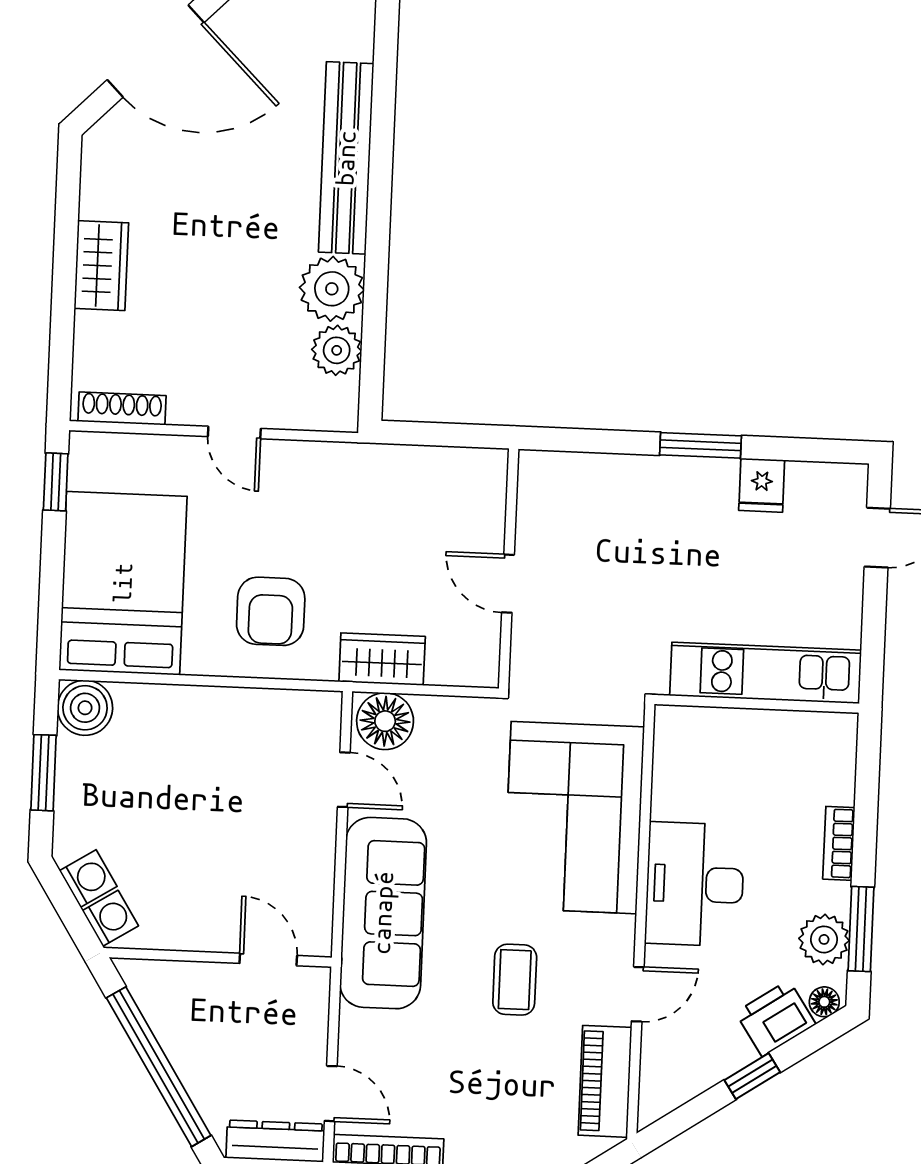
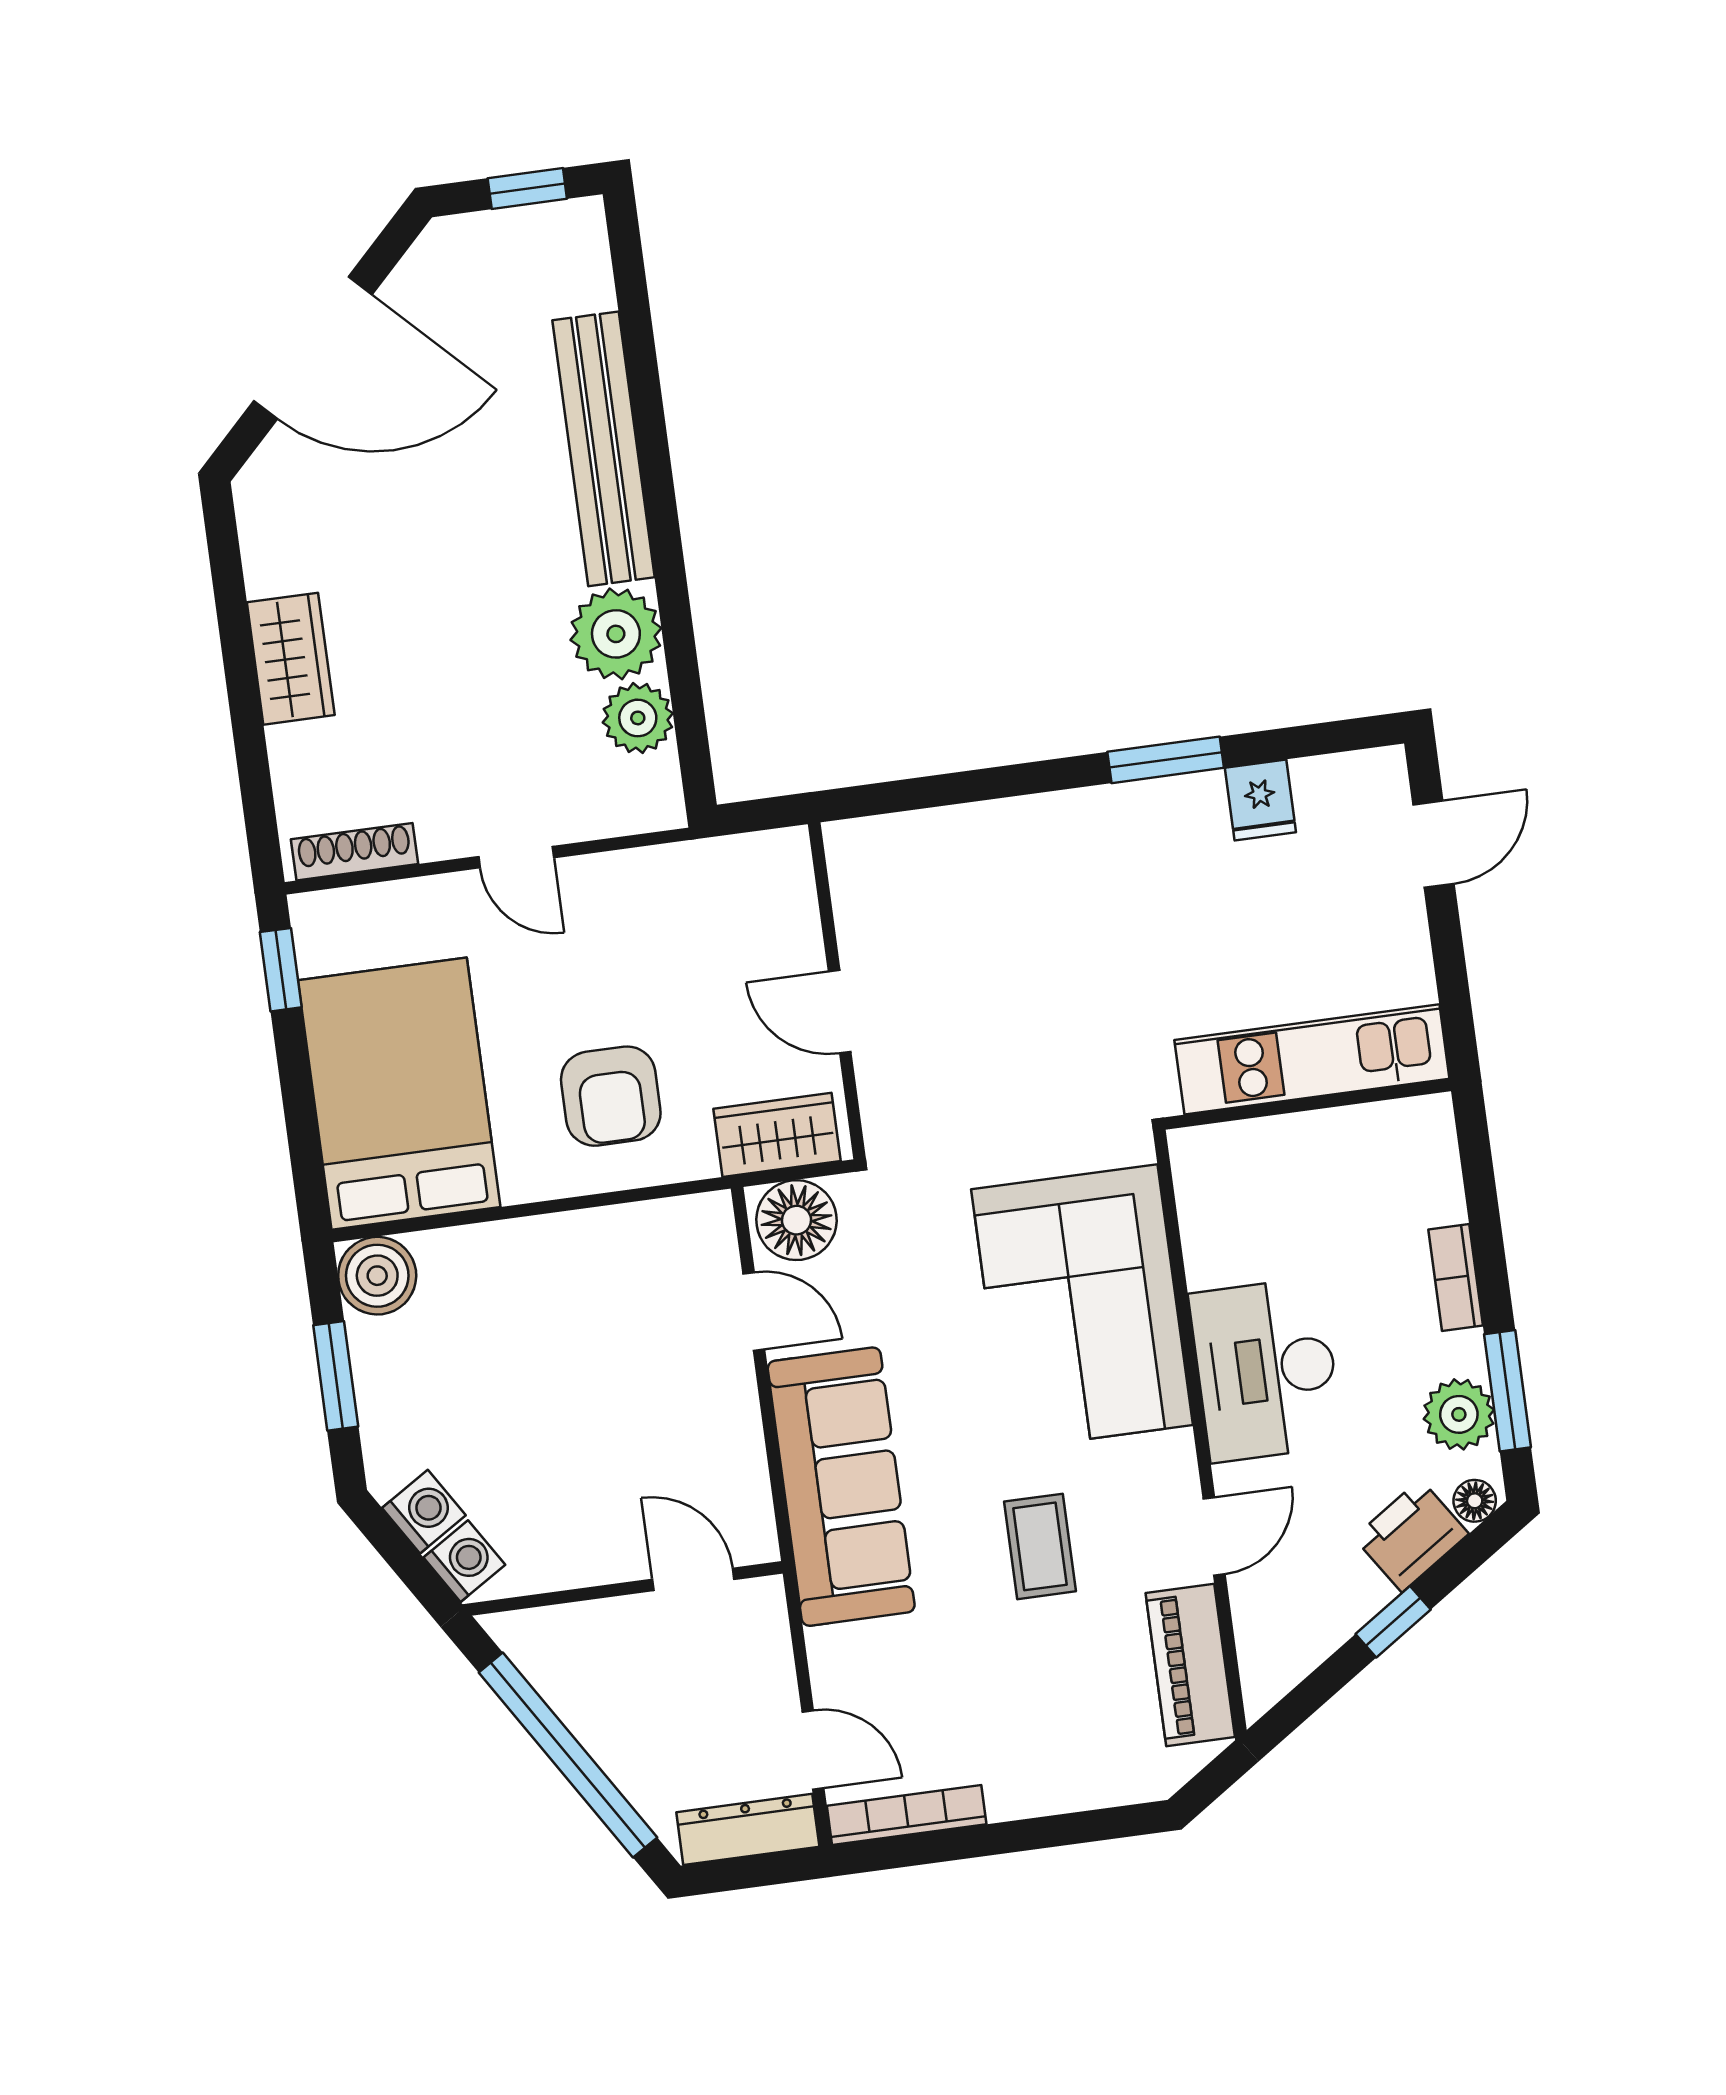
wall: (509, 569) -> (837, 991), moved
door: (508, 584) -> (840, 1012), moved

